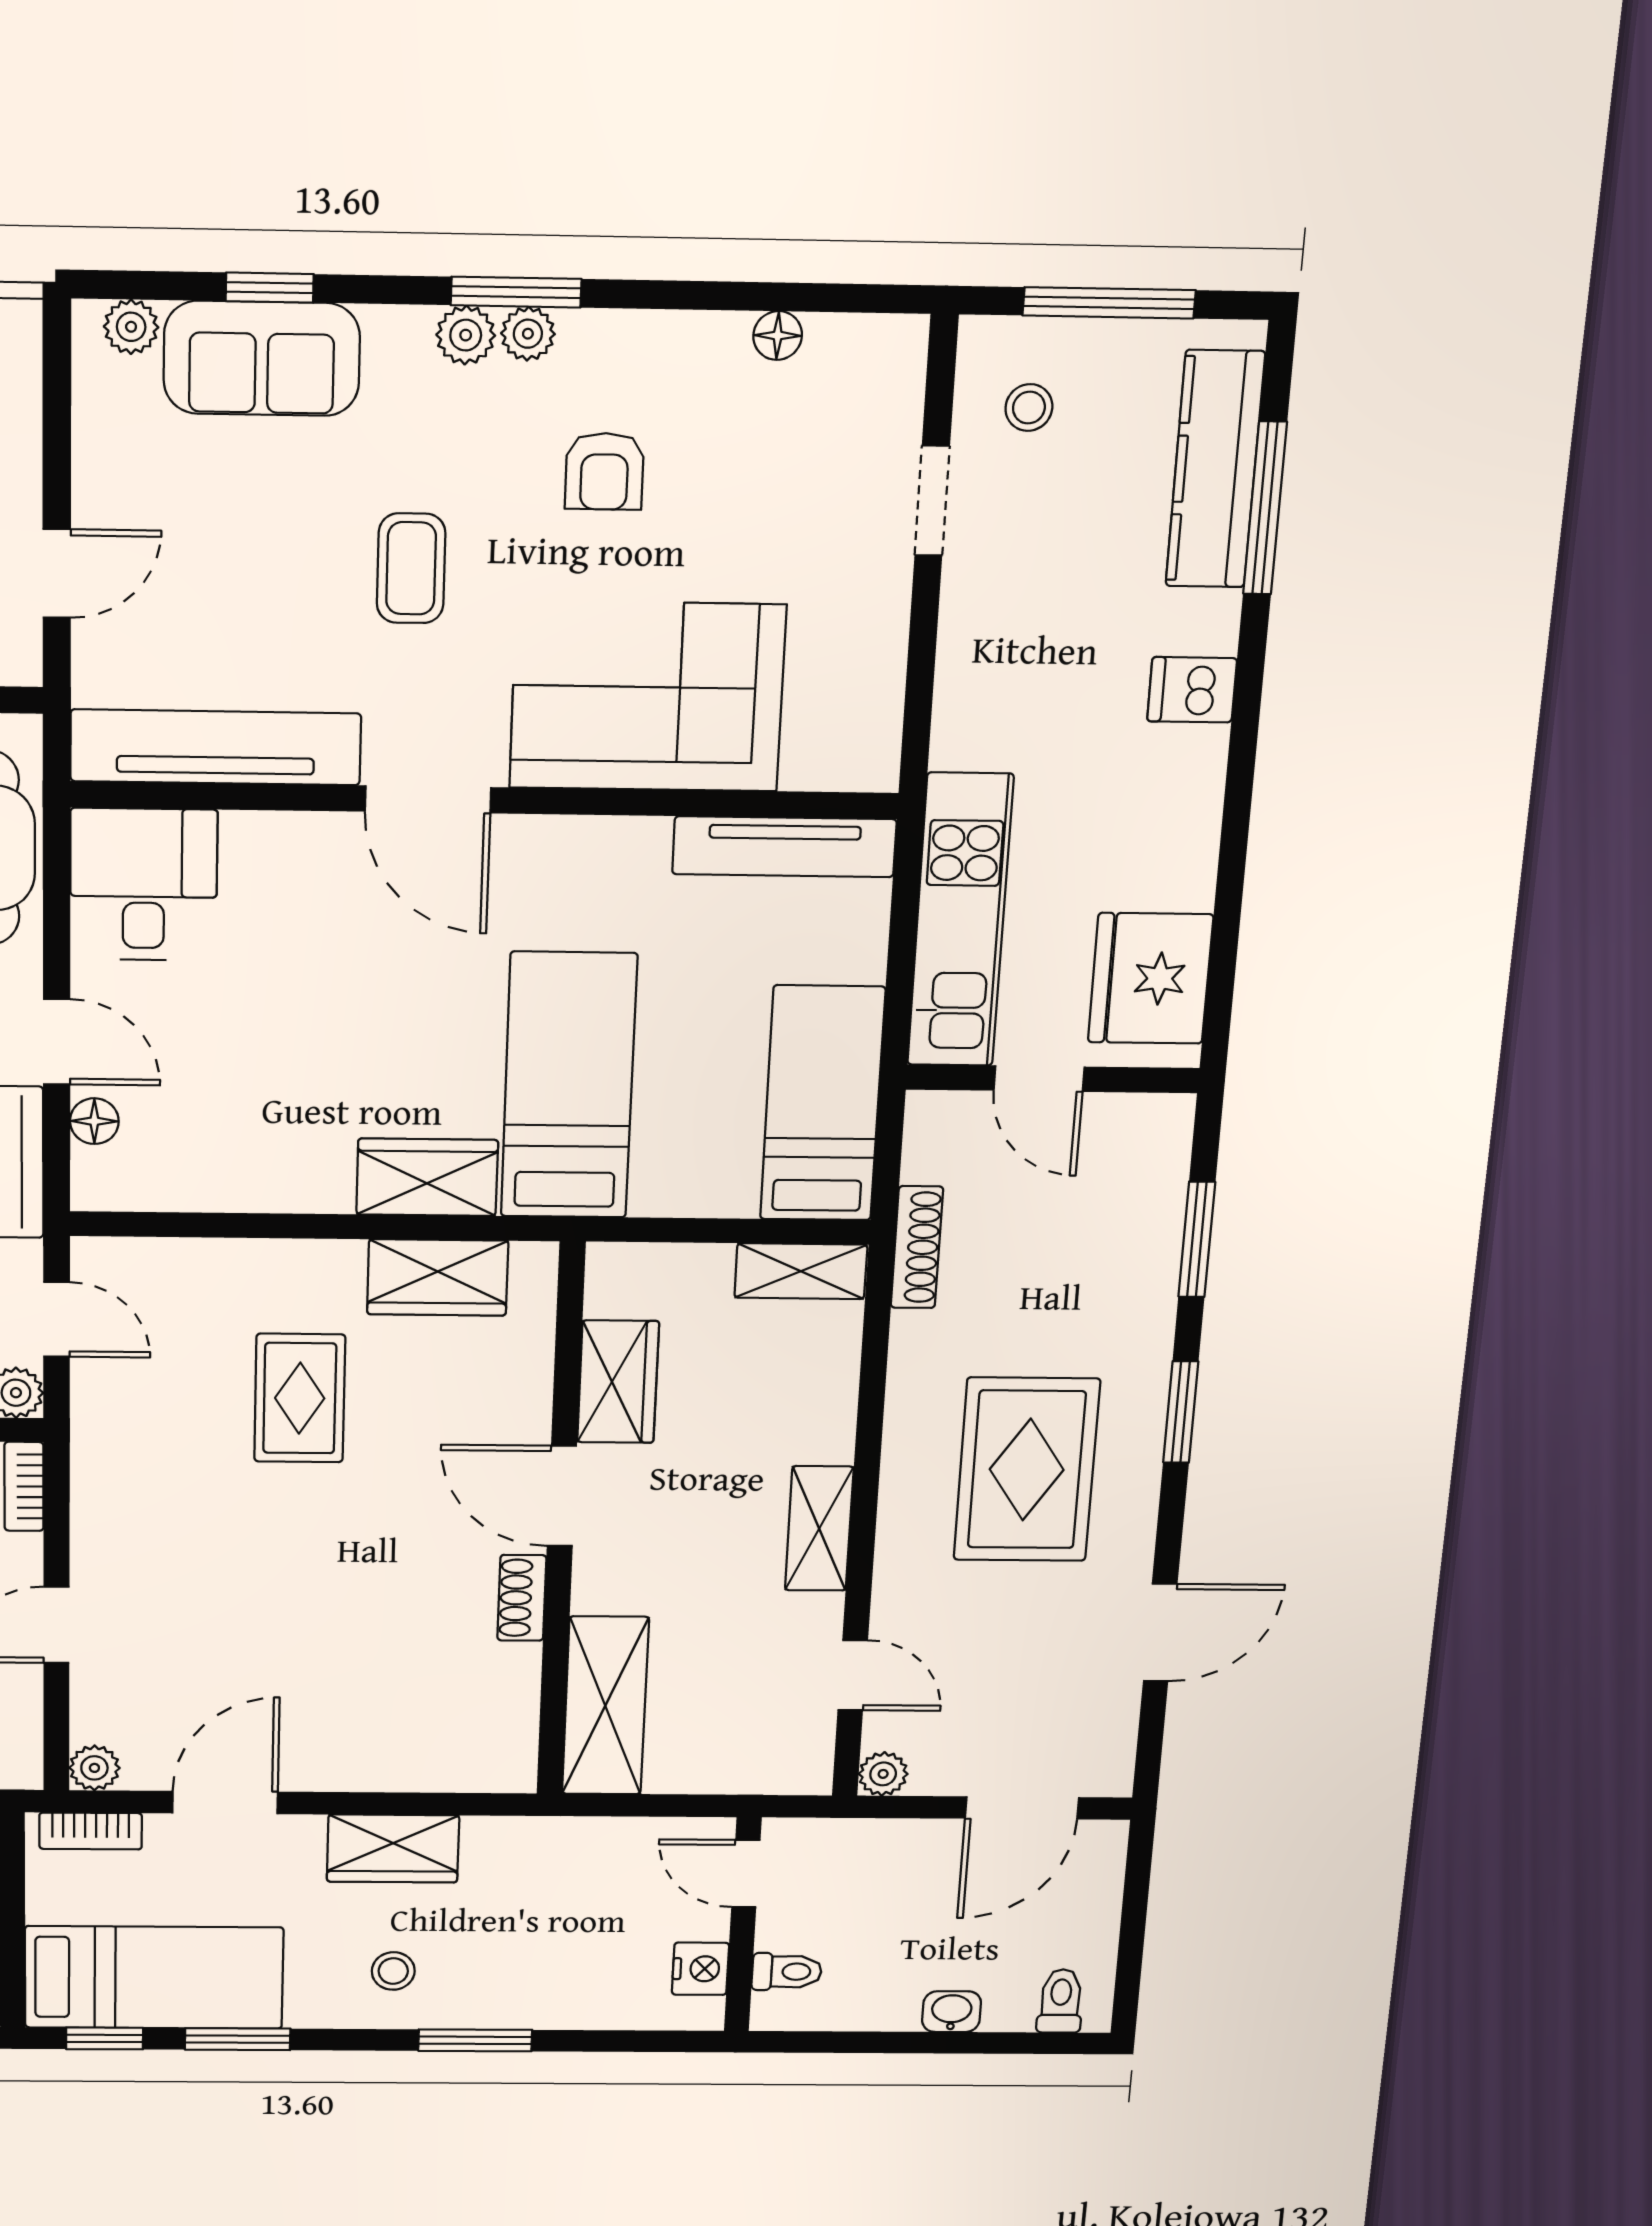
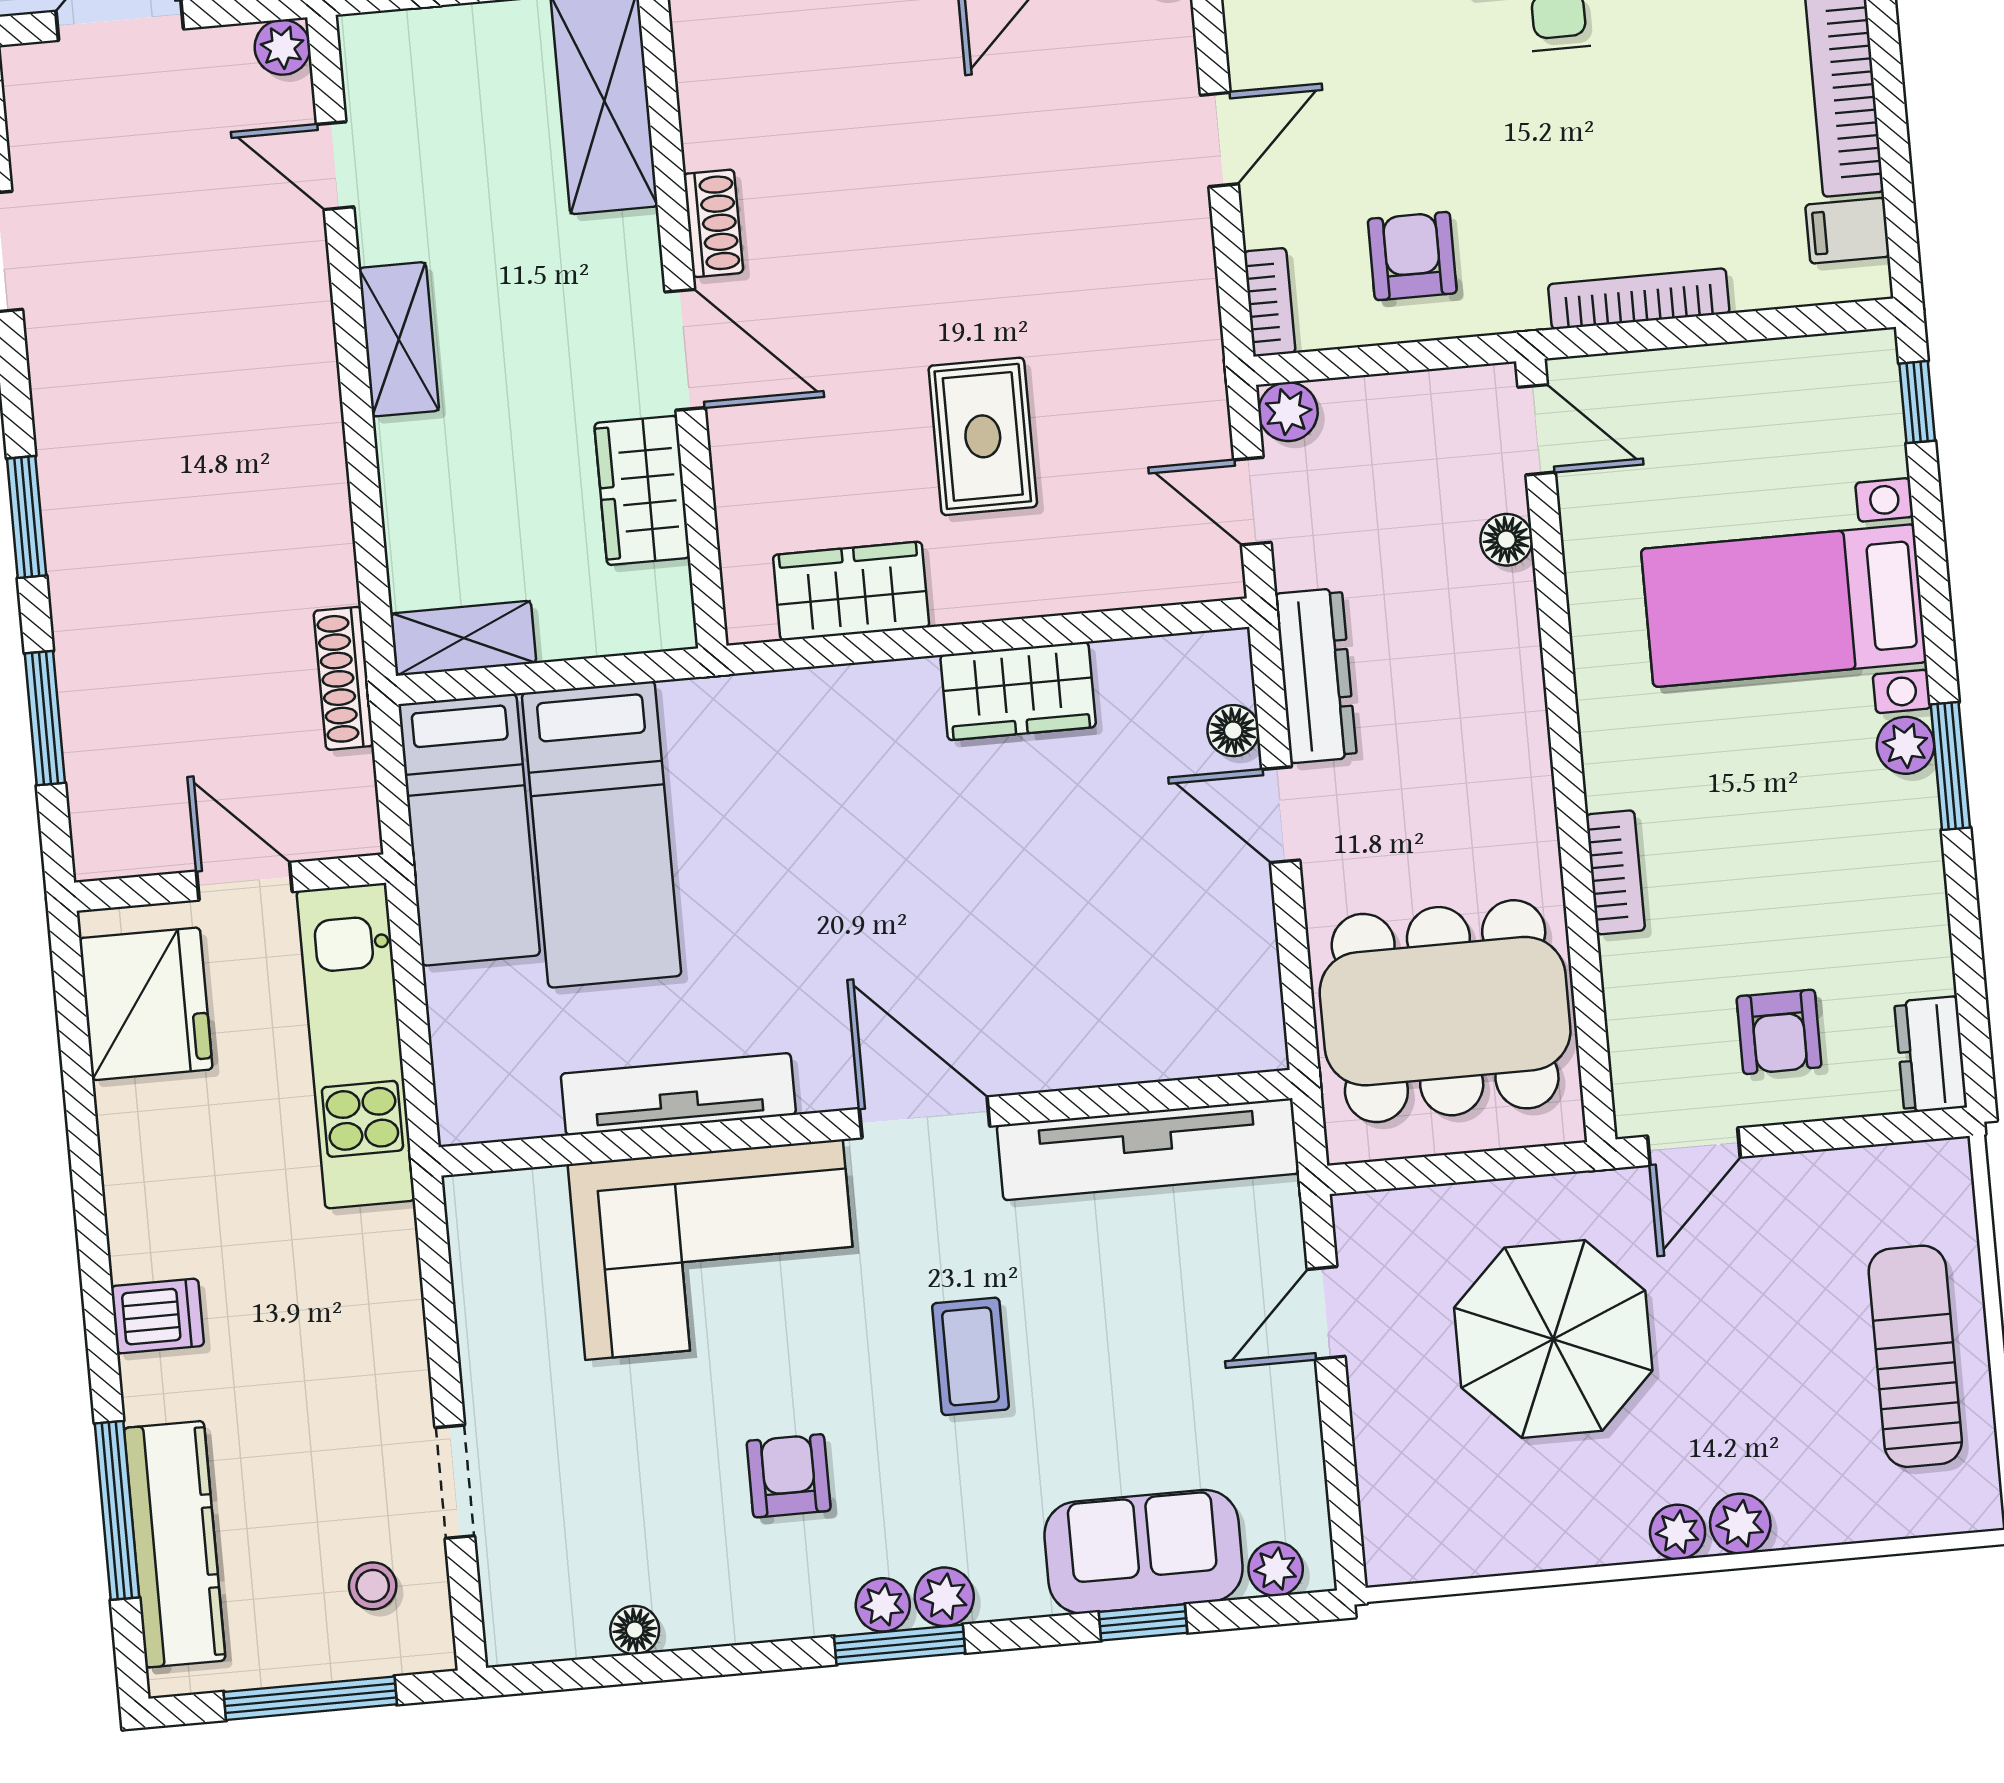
tv unit: (784, 847) -> (678, 1094), moved
desk: (144, 885) -> (1207, 995), removed
bed: (569, 1086) -> (602, 834), moved
wardrobe: (427, 1177) -> (1018, 691), moved
rug: (1027, 1470) -> (183, 432), removed

